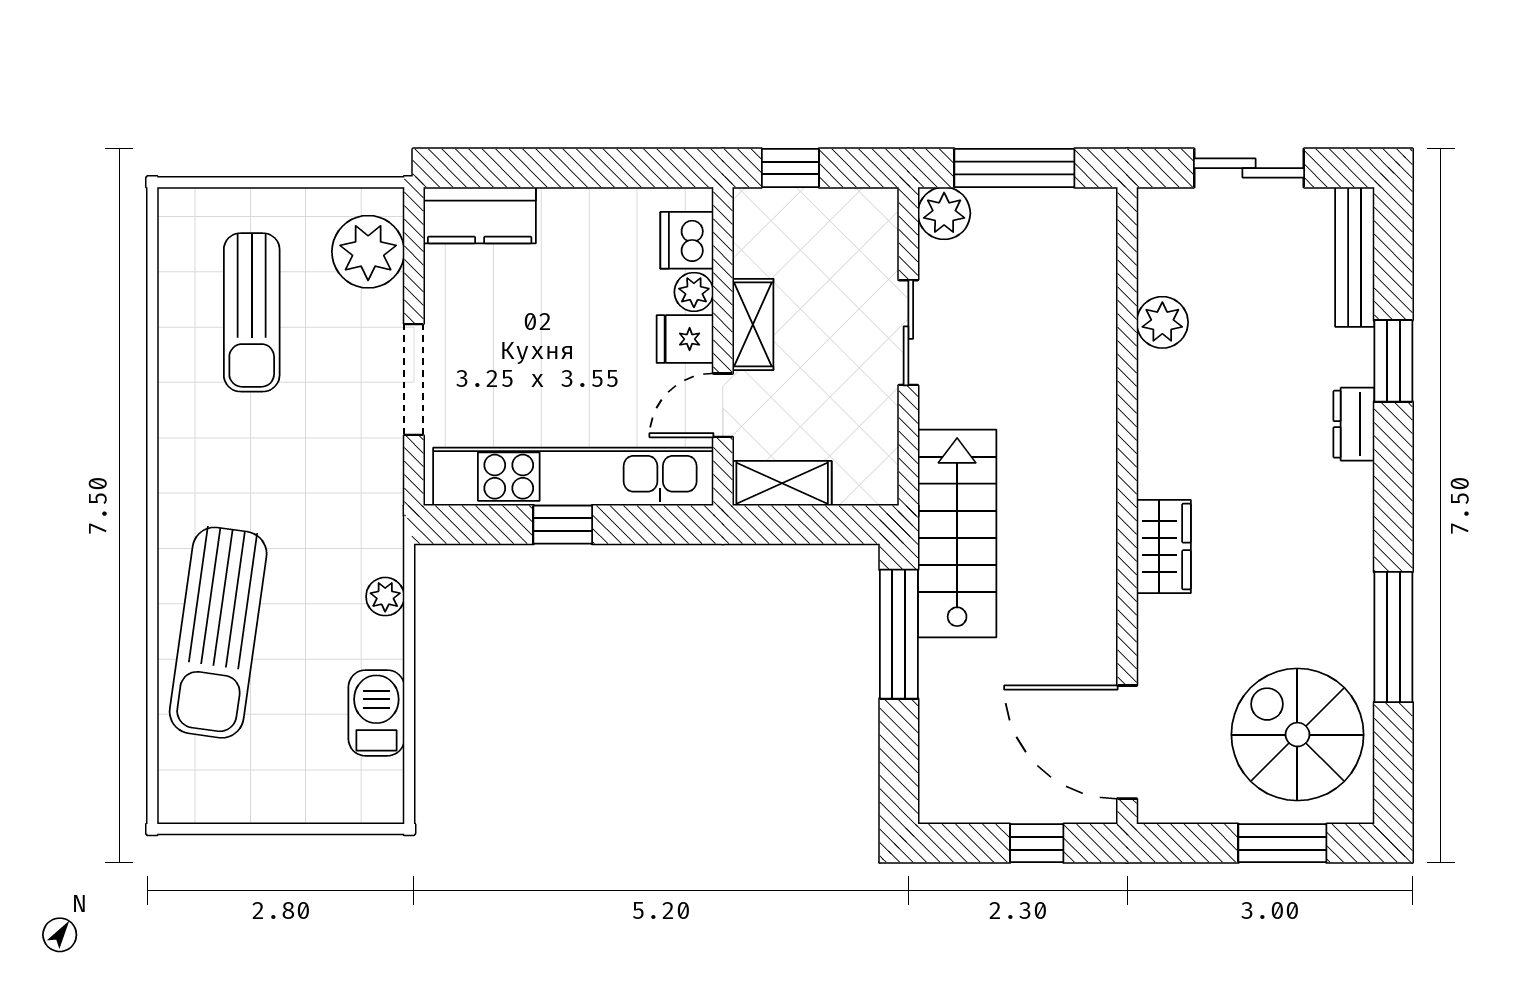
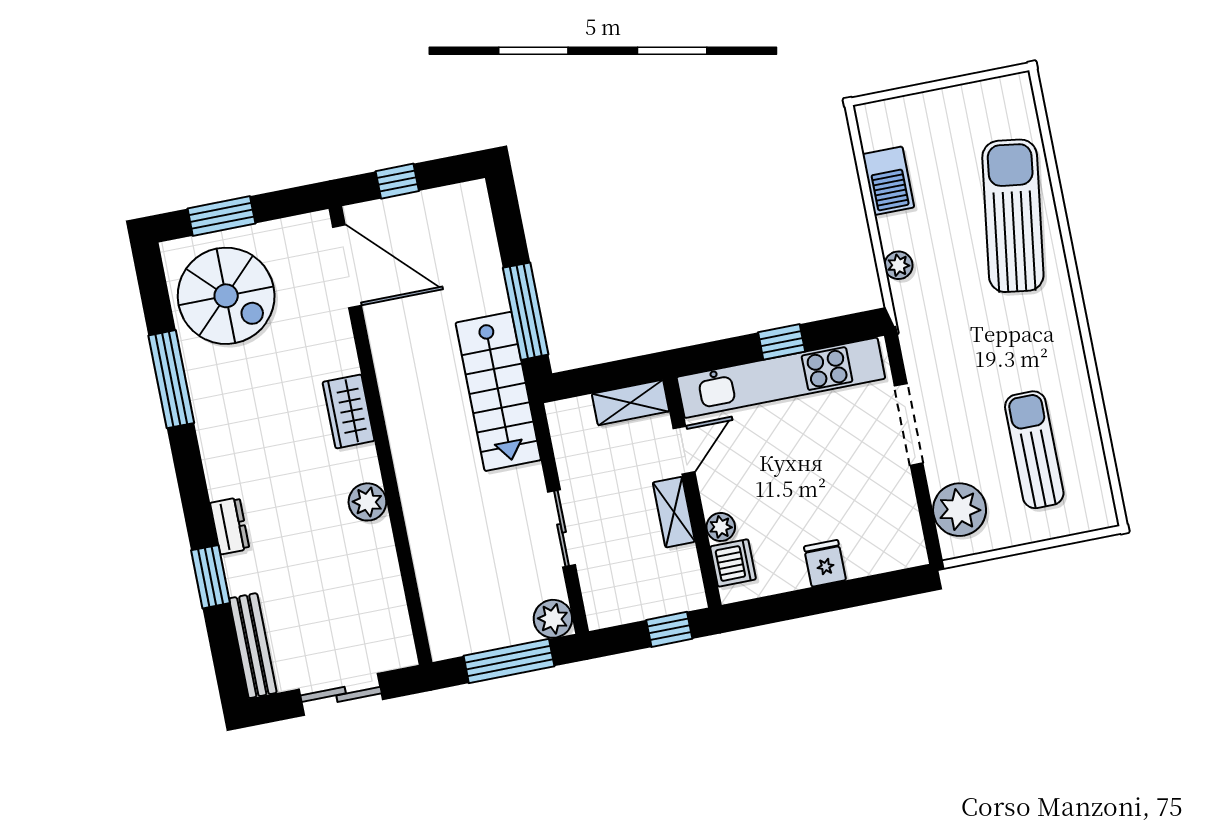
kitchen counter: (480, 215) -> (885, 552), removed
plant: (1162, 322) -> (367, 502), moved
fridge: (685, 339) -> (825, 563), moved, turned -90

